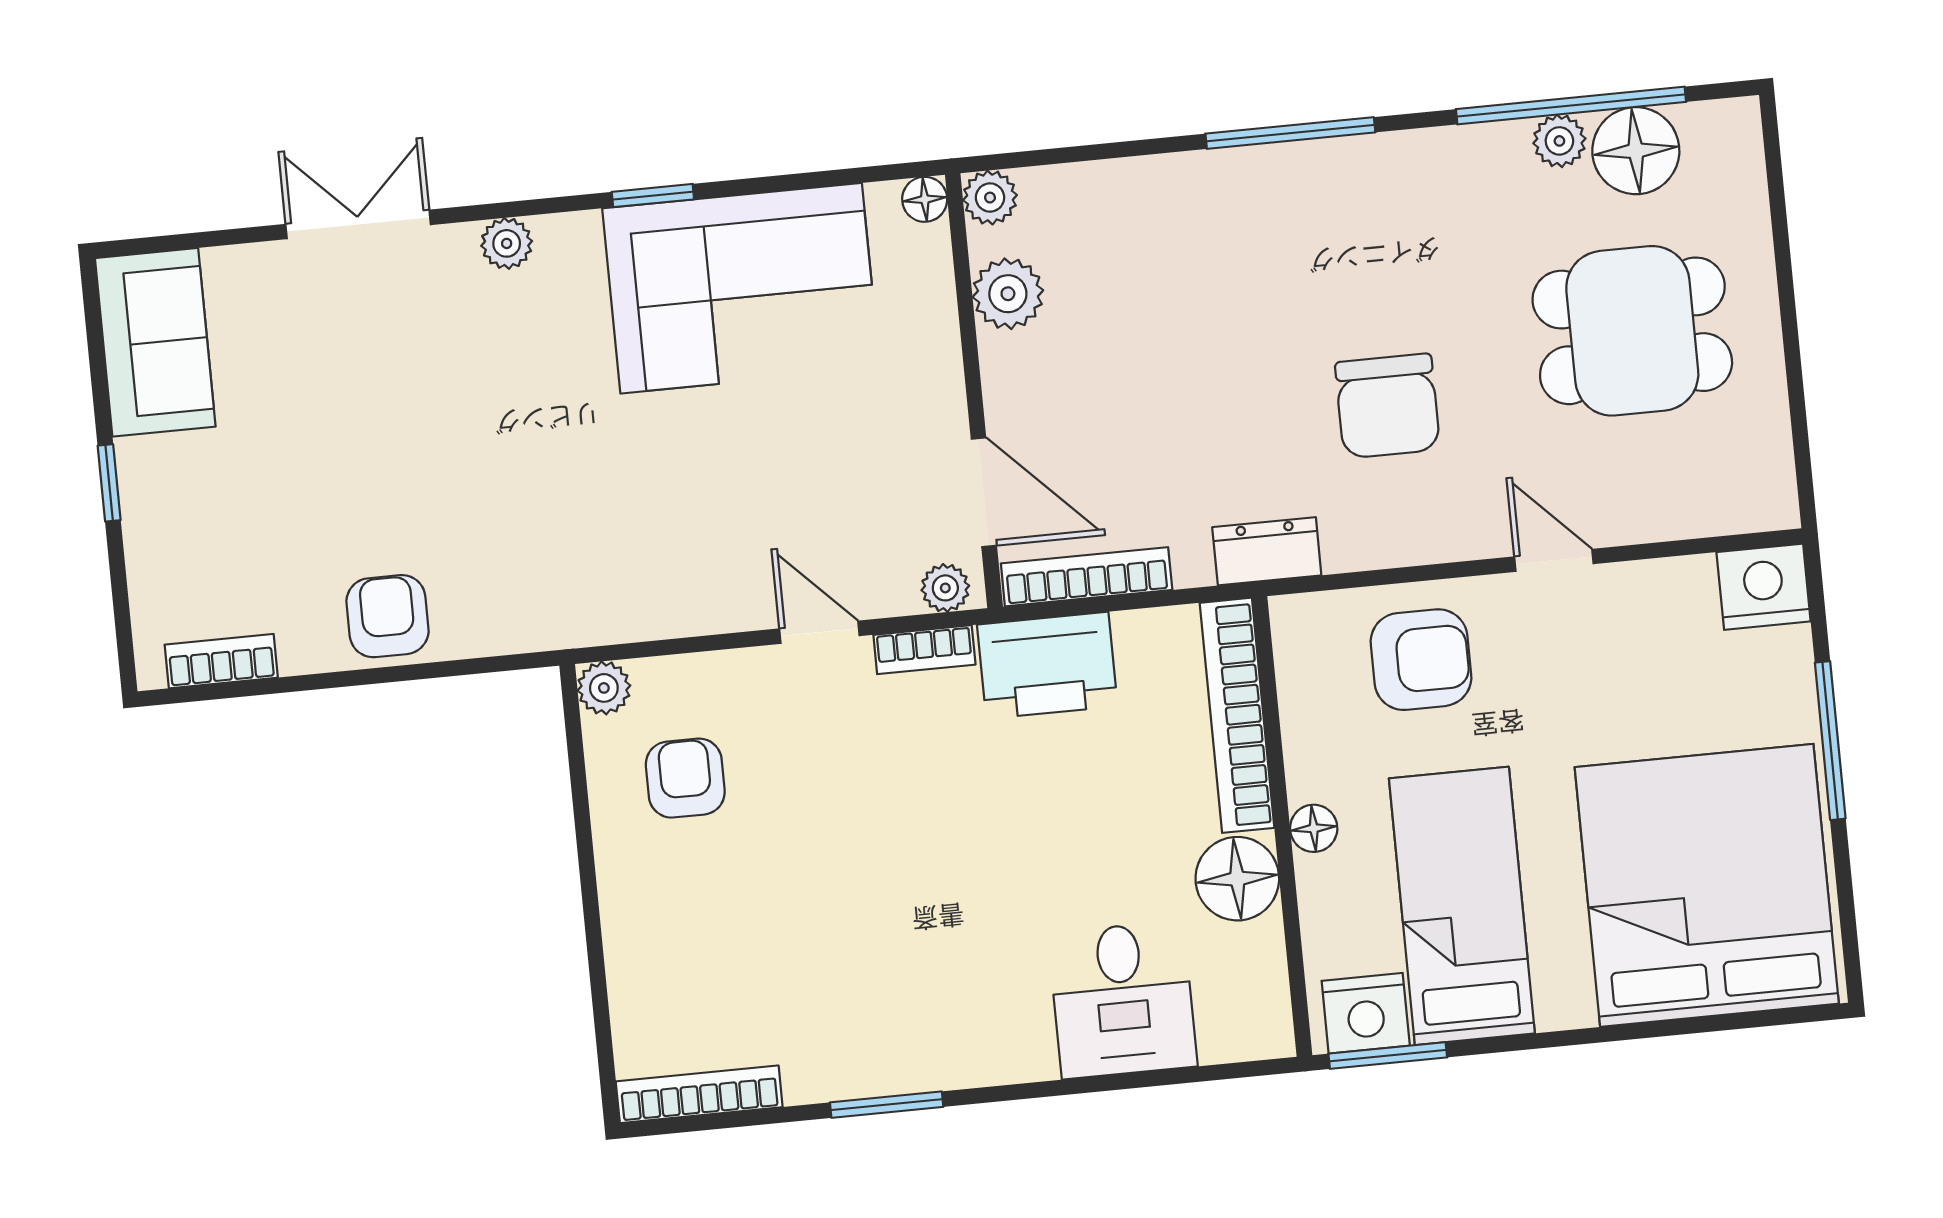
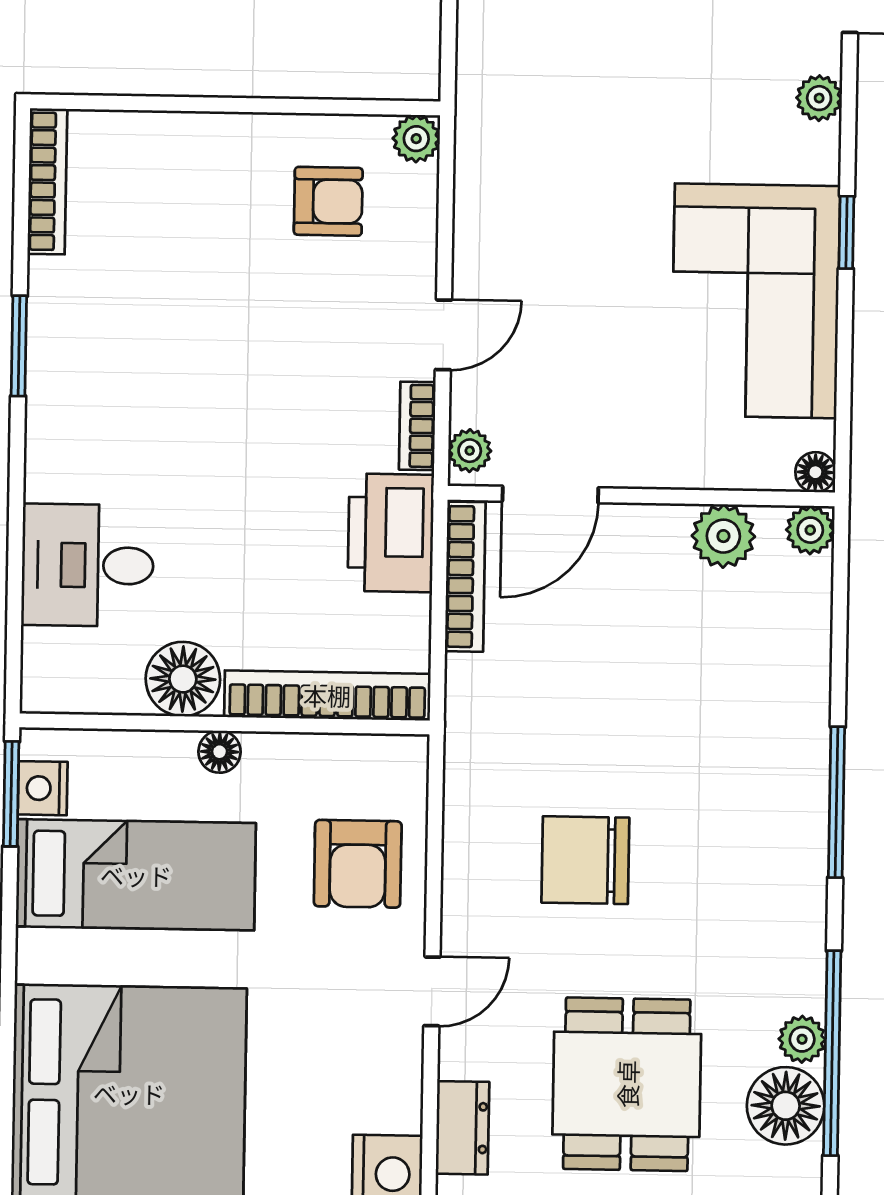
dresser: (1267, 551) -> (462, 1128), moved
nightstand: (1366, 1013) -> (43, 788), width x0.74, depth x0.75

